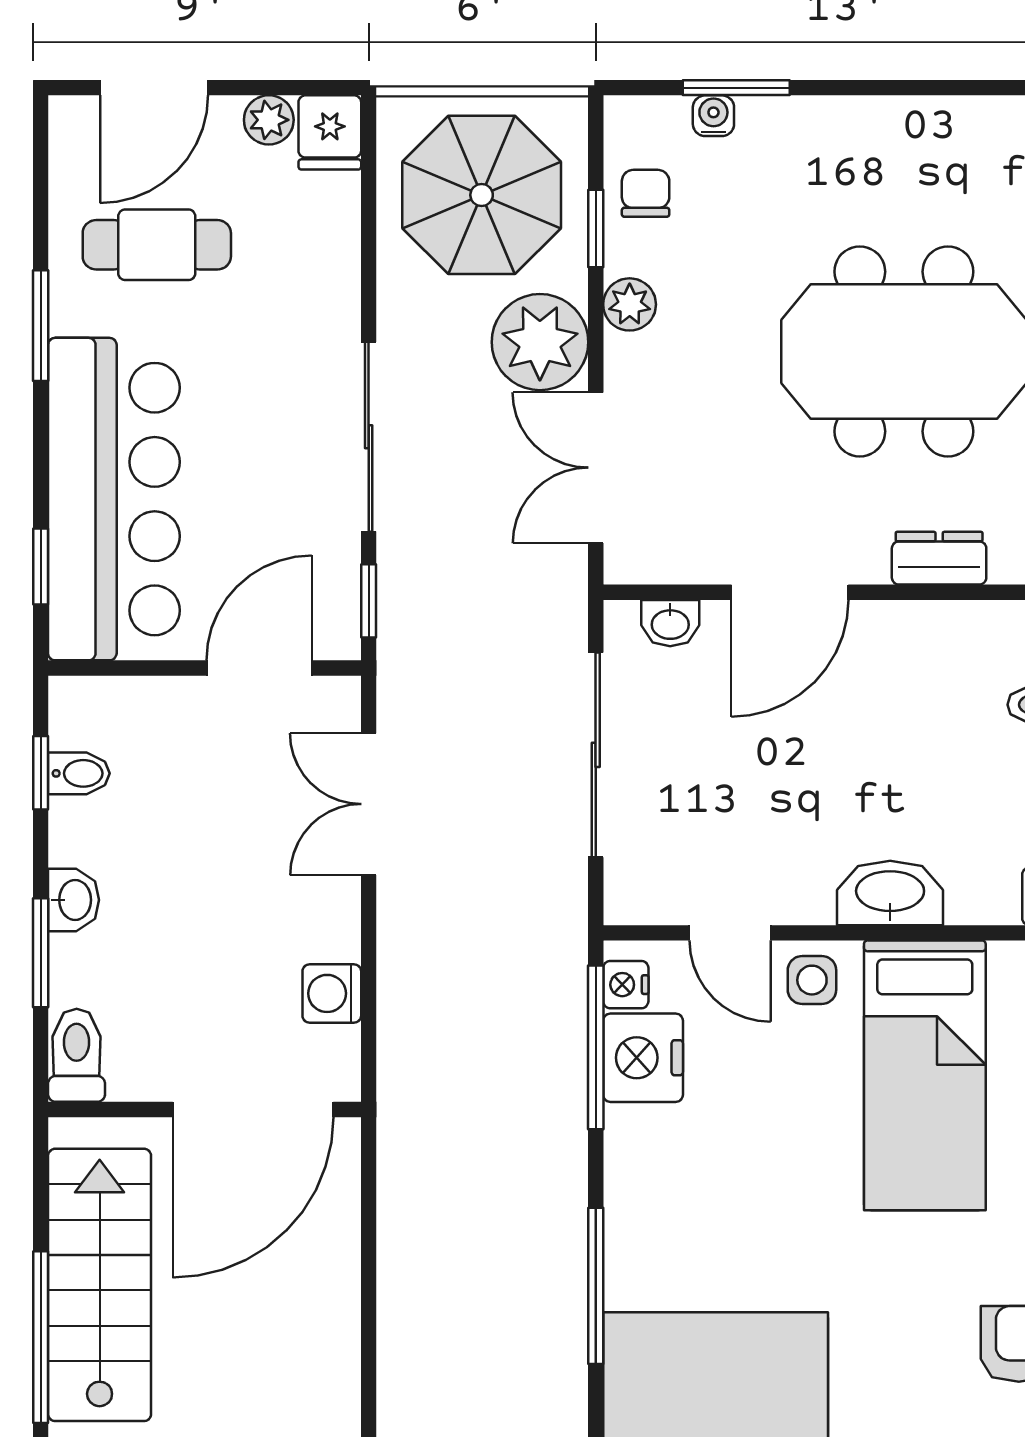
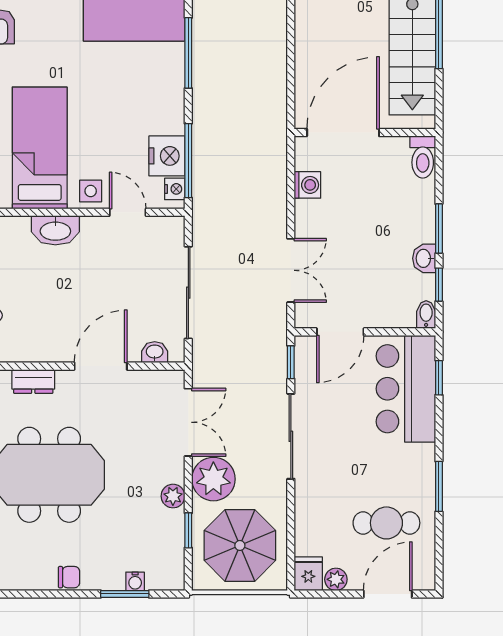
chair: (646, 193) -> (69, 577), moved, turned -90
bar counter: (114, 499) -> (406, 389), width x0.73
bidet: (79, 773) -> (426, 315), moved, turned 90
washbasin: (74, 900) -> (424, 258), moved
window: (41, 953) -> (439, 229), moved

